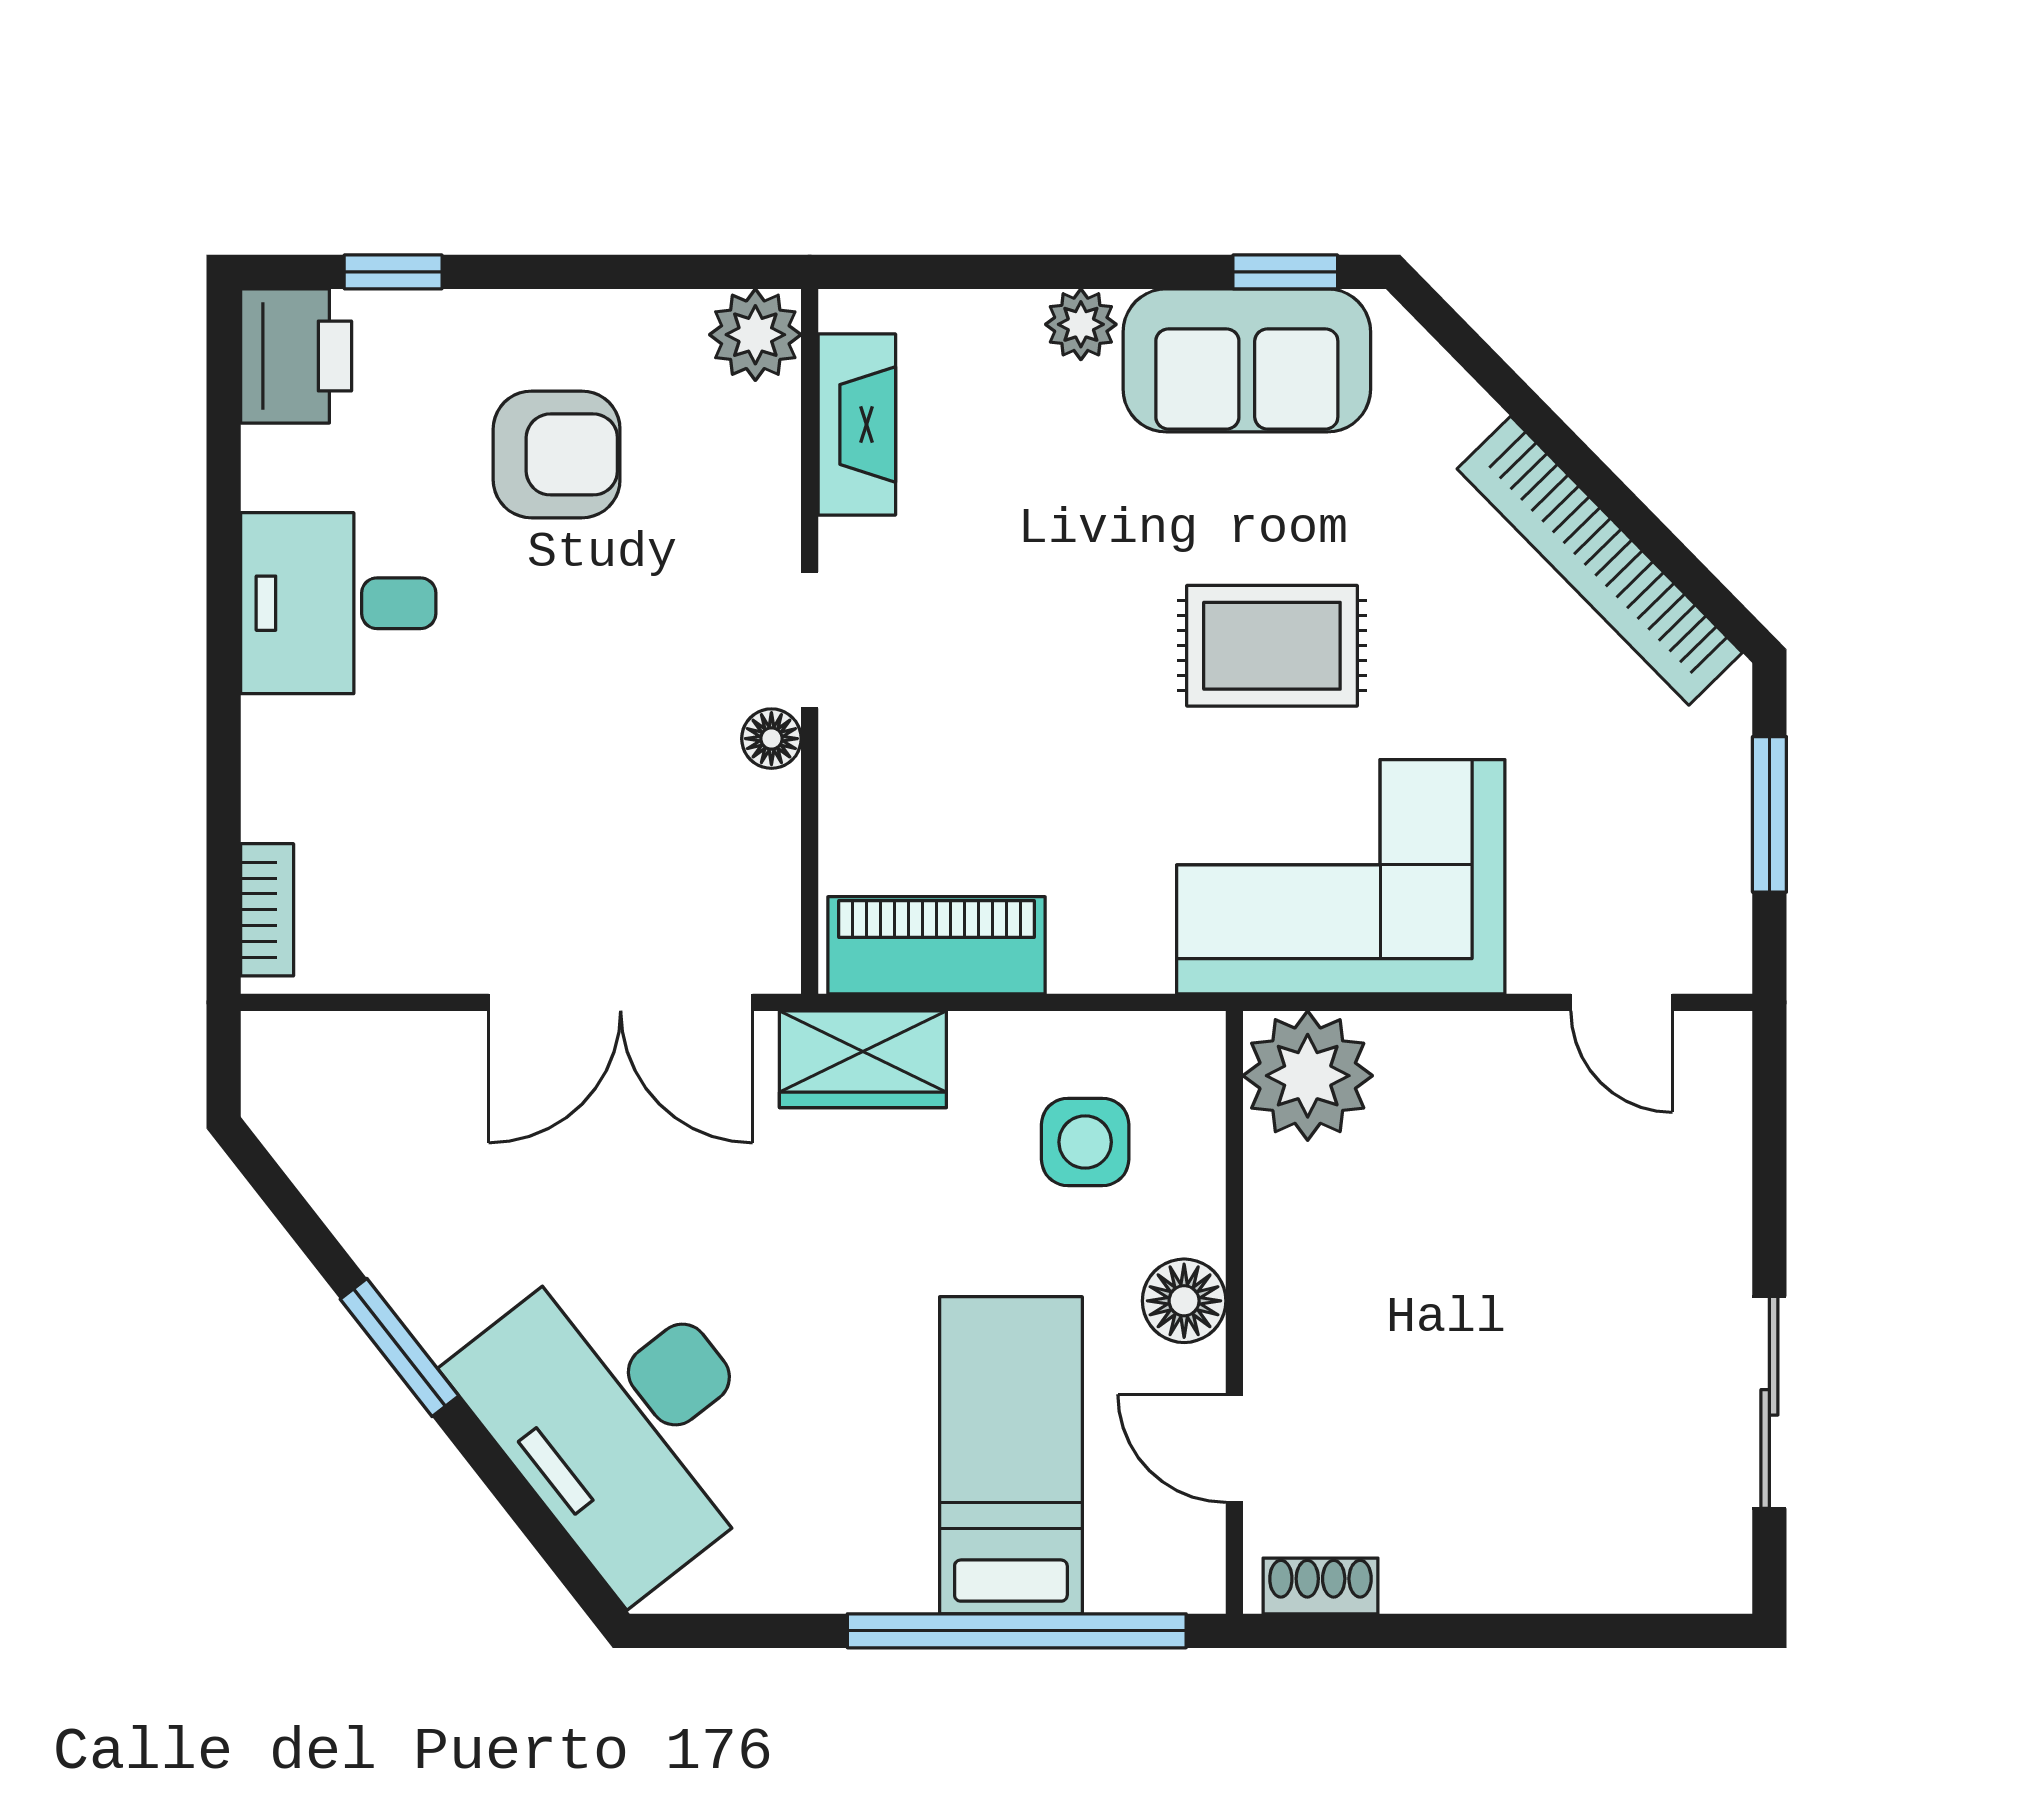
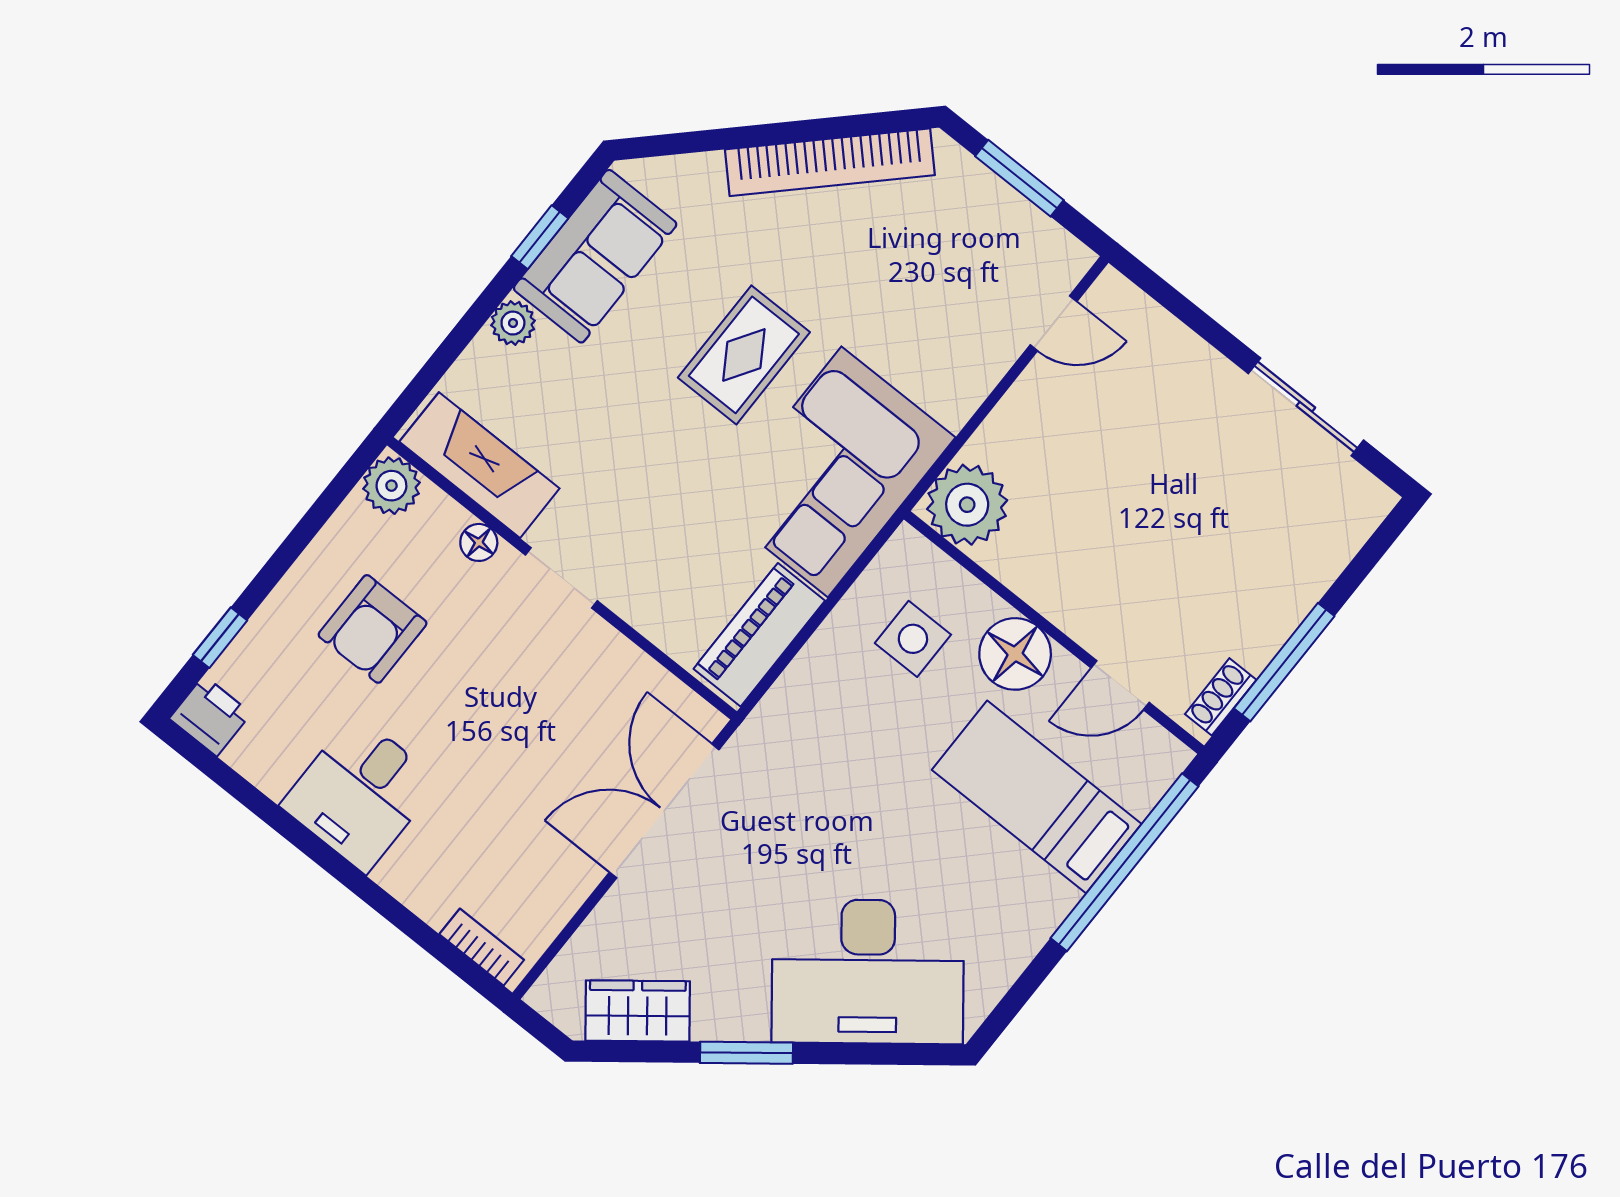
window: (1285, 272) -> (540, 237), moved
printer: (296, 356) -> (210, 716), width x0.73, depth x0.81
fireplace: (857, 424) -> (479, 465), width x1.37, depth x1.32
armchair: (557, 454) -> (373, 629), turned 180
floor lamp: (771, 739) -> (479, 542), moved
corner sofa: (1341, 877) -> (835, 472), moved
double door: (621, 1002) -> (664, 811), swing flipped
wardrobe: (863, 1059) -> (638, 1011), moved, turned -128
floor lamp: (1184, 1301) -> (1015, 654), width x1.38, depth x1.38
window: (1428, 1631) -> (1284, 662), added

